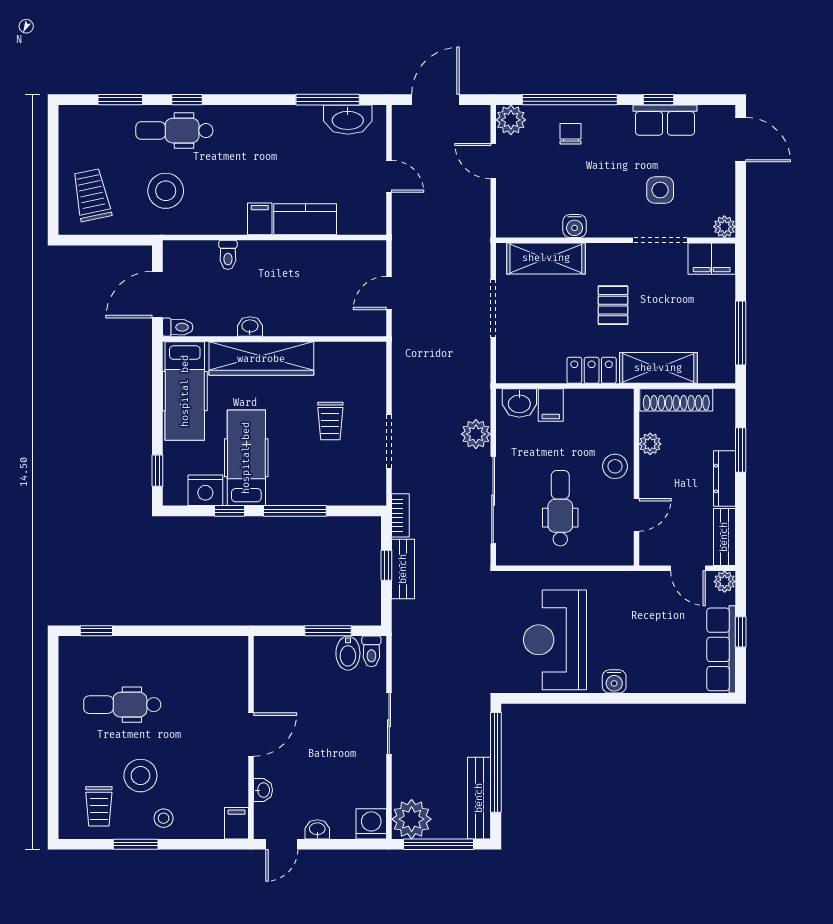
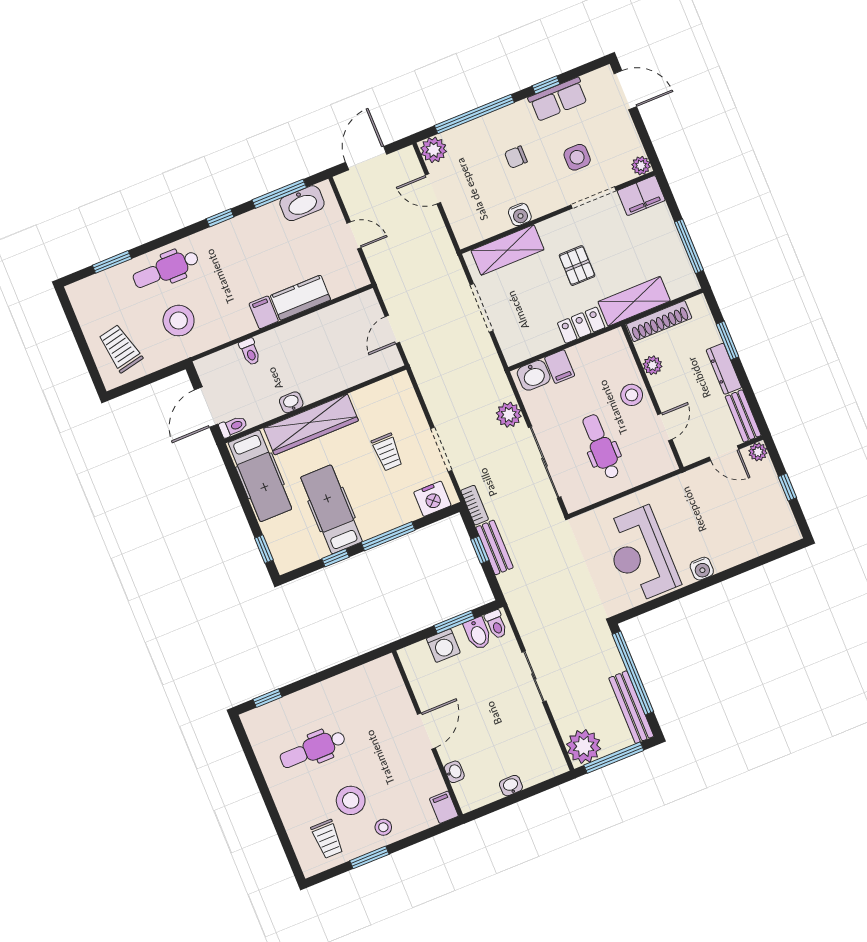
window: (187, 100) -> (220, 218), moved
chair: (571, 134) -> (516, 157), moved, turned -90
nightstand: (205, 490) -> (432, 499), moved
row of seats: (721, 649) -> (777, 508), removed
washing machine: (371, 824) -> (443, 646), moved, turned 180
door: (282, 844) -> (487, 809), removed

